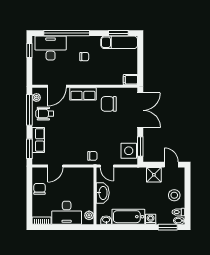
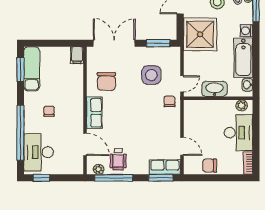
row of seats: (38, 140) -> (165, 167), moved
side table: (129, 151) -> (151, 75), moved
shower: (154, 175) -> (200, 34), width x1.86, depth x1.86

